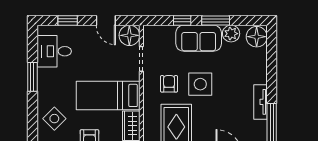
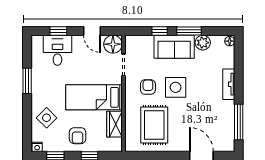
floor lamp: (257, 37) -> (230, 41), width x0.53, depth x0.53
desk: (54, 51) -> (57, 50), moved, turned 90
tv unit: (260, 102) -> (229, 84), moved

